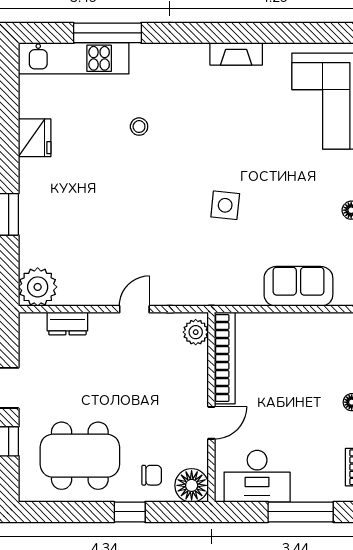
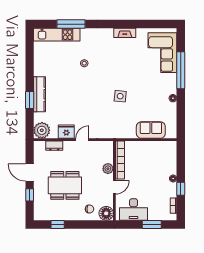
fridge: (35, 138) -> (66, 132), moved, turned -90
kitchen counter: (32, 201) -> (40, 94), added
plant: (196, 332) -> (108, 169), moved
dining table: (80, 456) -> (65, 185), moved
window: (130, 512) -> (58, 224), moved
window: (301, 512) -> (152, 224), width x0.69

